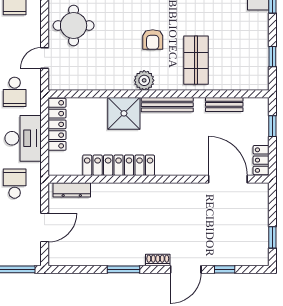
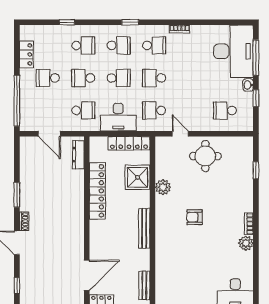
shop shelf: (196, 60) -> (179, 251), removed
plant: (144, 80) -> (163, 187), moved
bench: (224, 104) -> (144, 285), moved
shower: (124, 113) -> (137, 177), moved
window: (225, 269) -> (17, 286), moved

